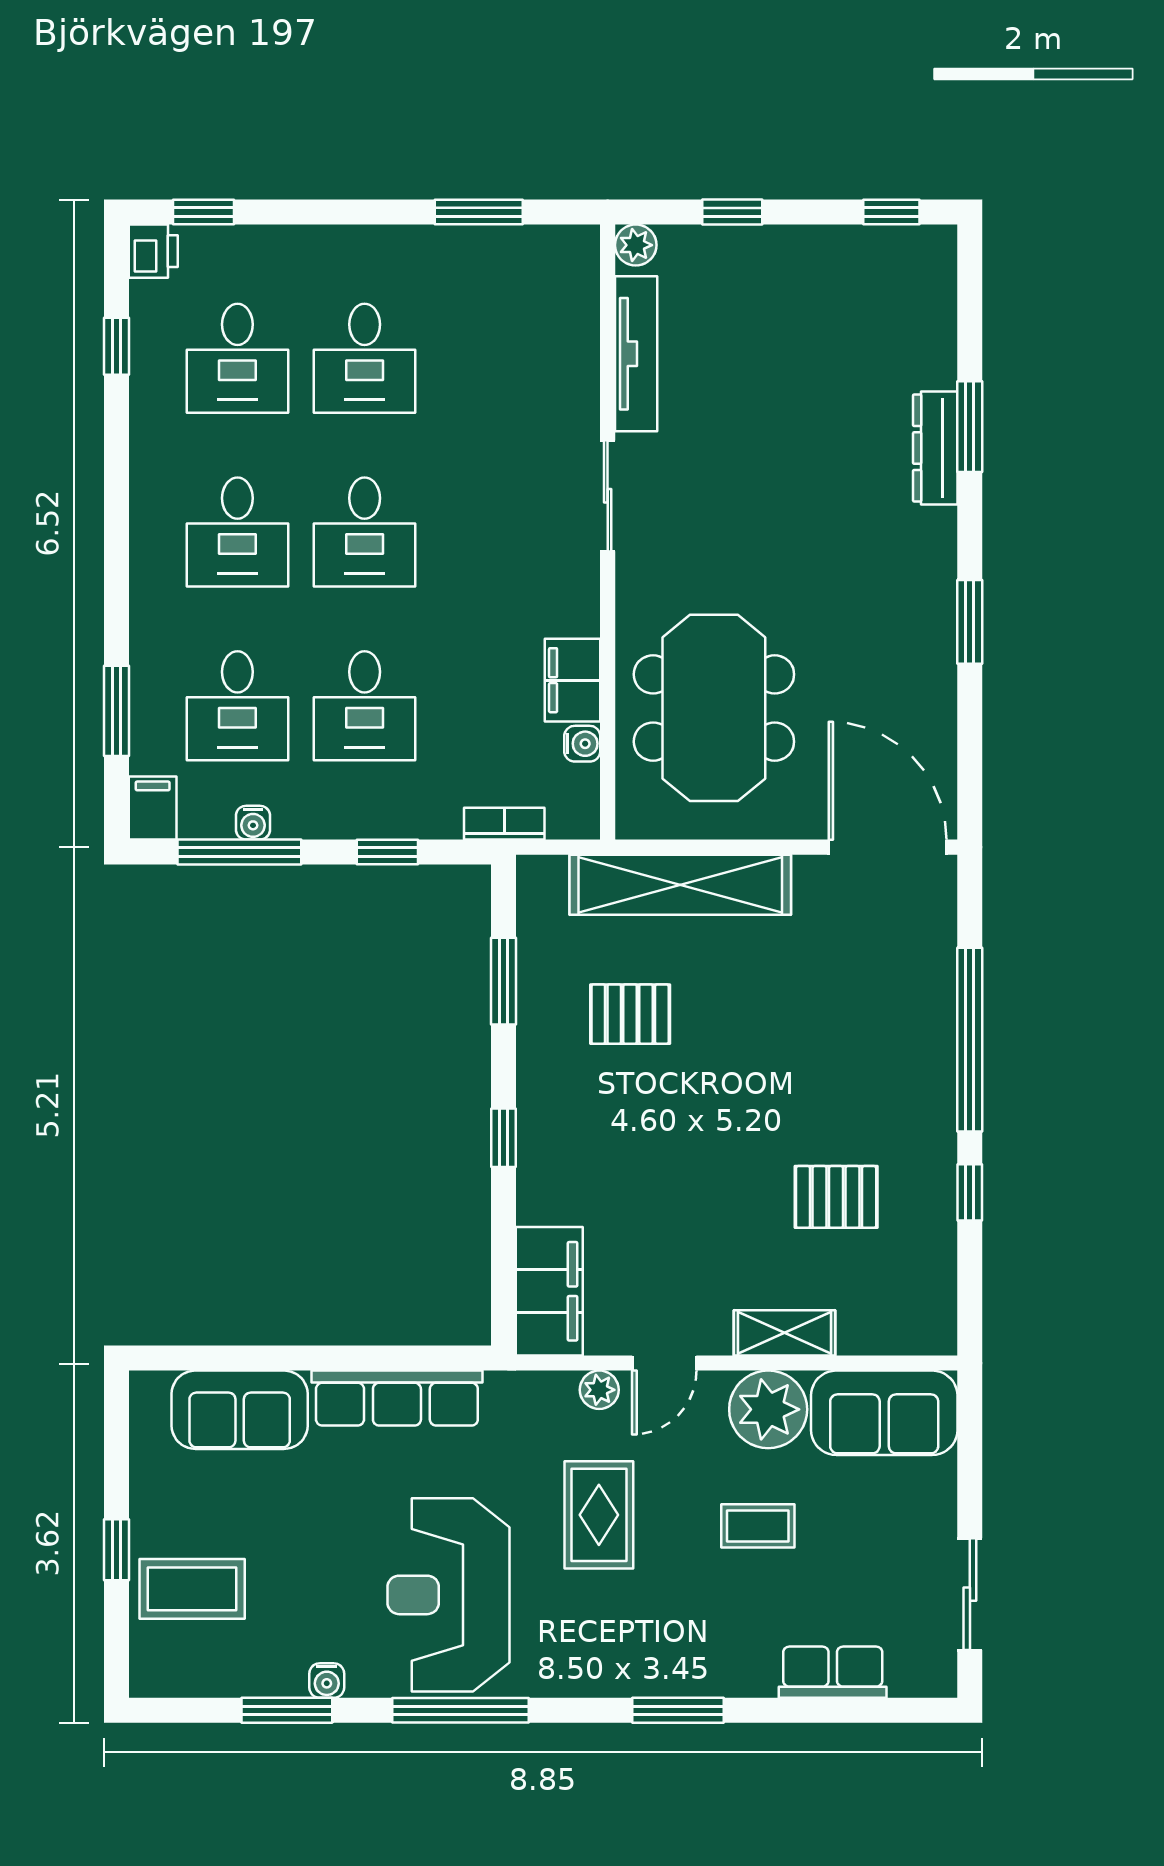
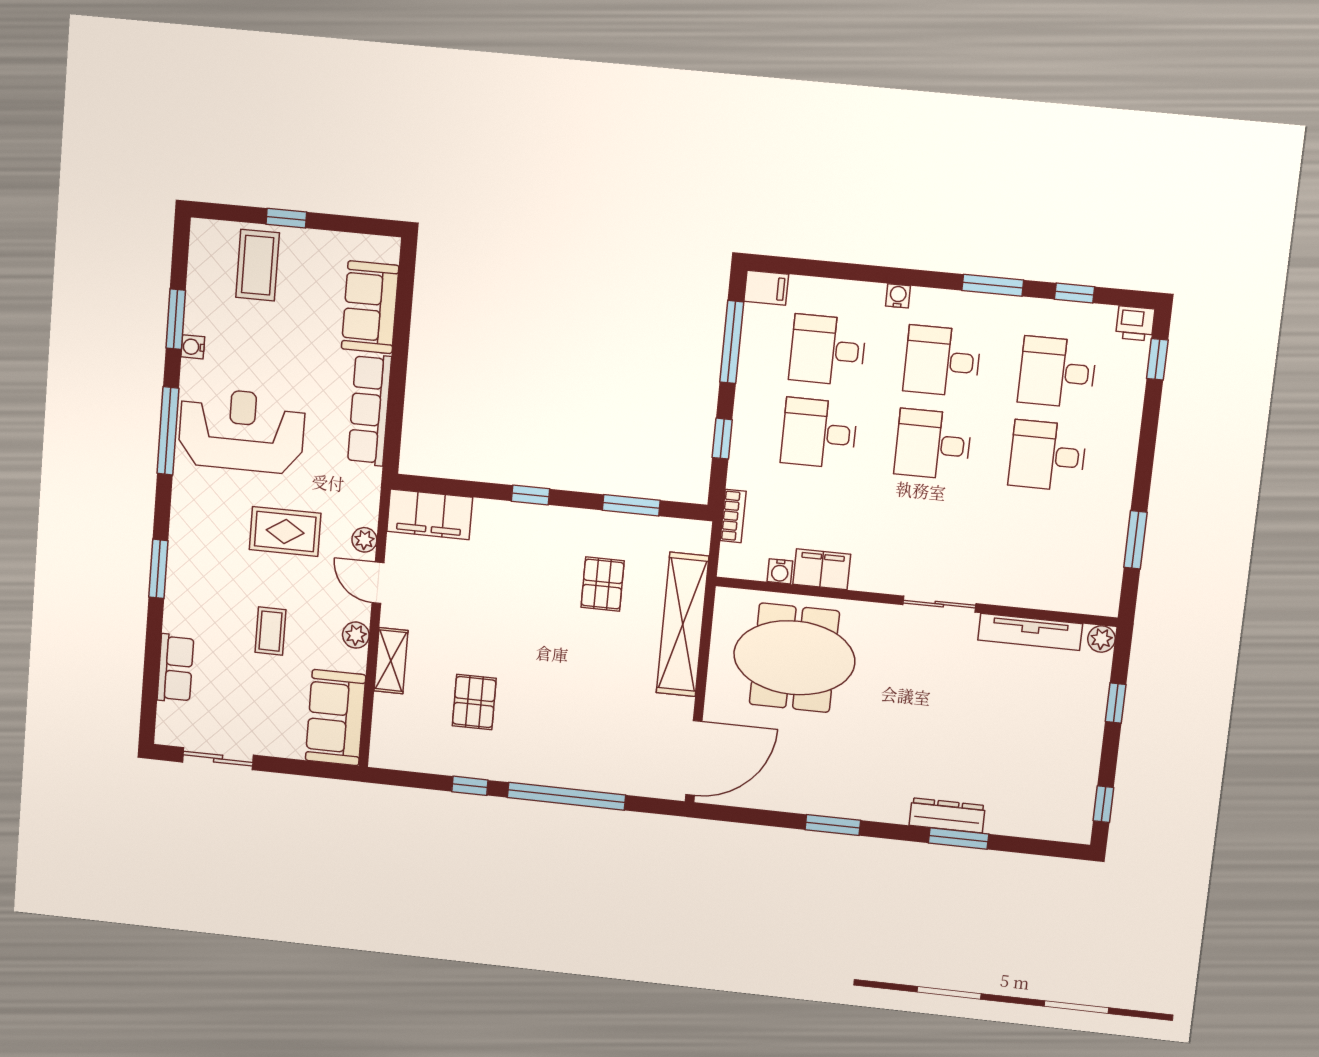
window: (117, 711) -> (993, 285), moved
water cooler: (253, 823) -> (898, 296), moved, turned 90
plant: (768, 1409) -> (356, 635), width x0.53, depth x0.53

